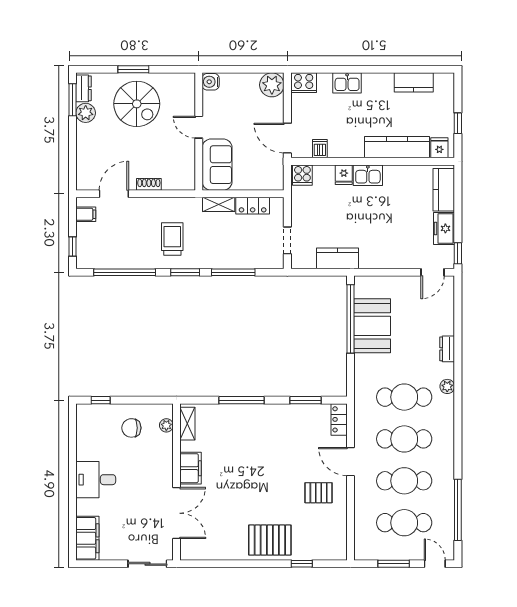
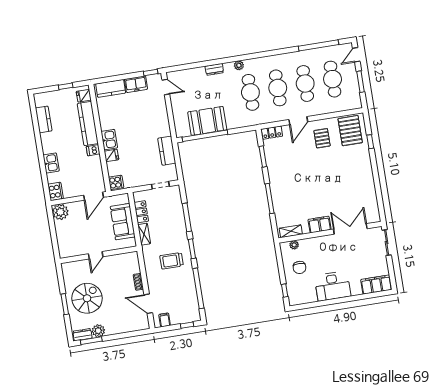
water cooler: (211, 82) -> (65, 252), removed
dishwasher: (320, 149) -> (93, 150), moved
sofa: (217, 165) -> (123, 222), moved, turned -90
desk: (96, 480) -> (333, 286), width x1.37
pallet: (270, 540) -> (350, 131), moved

